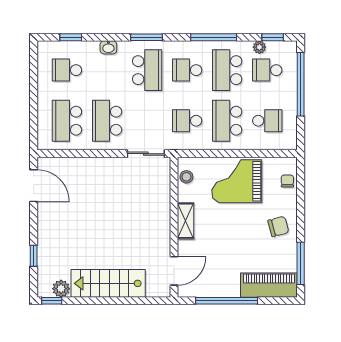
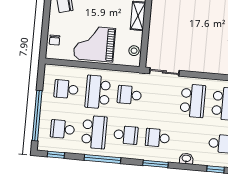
plant: (259, 47) -> (67, 148), removed
school desk: (147, 70) -> (157, 138), width x0.54
school desk: (267, 70) -> (63, 129), turned 180
school desk: (187, 121) -> (129, 95), turned 180
school desk: (227, 121) -> (98, 92), turned 180
grand piano: (237, 181) -> (95, 44), turned 180

